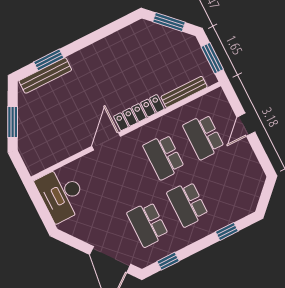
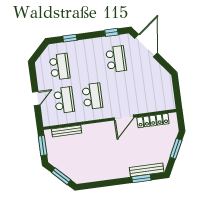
locker: (139, 113) -> (153, 121), moved
desk: (62, 194) -> (162, 95), removed
school desk: (188, 204) -> (60, 67), moved

